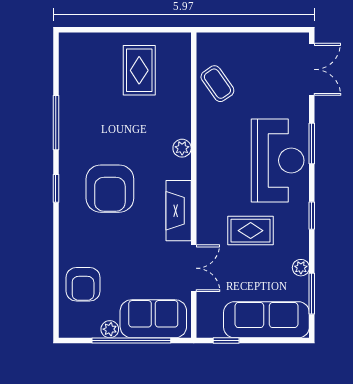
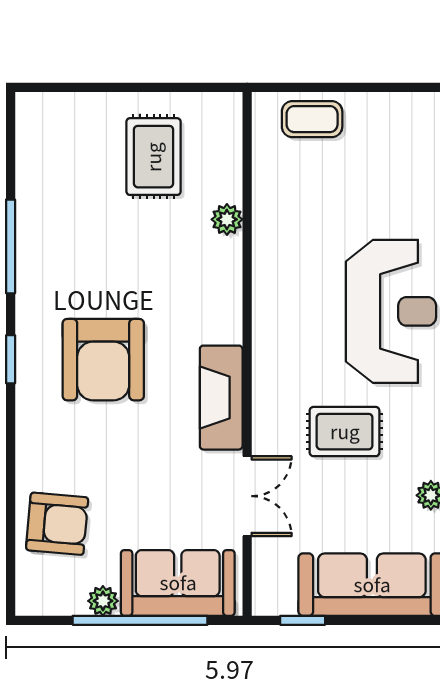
coffee table: (217, 84) -> (312, 119), moved, turned -55
plant: (182, 148) -> (227, 219), moved
armchair: (83, 284) -> (57, 524), turned -85

